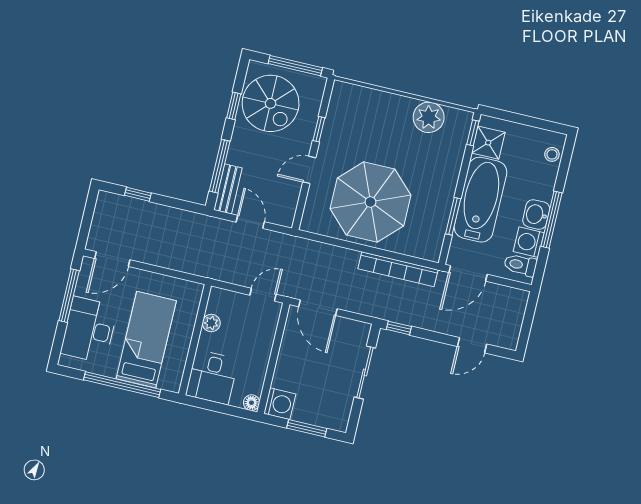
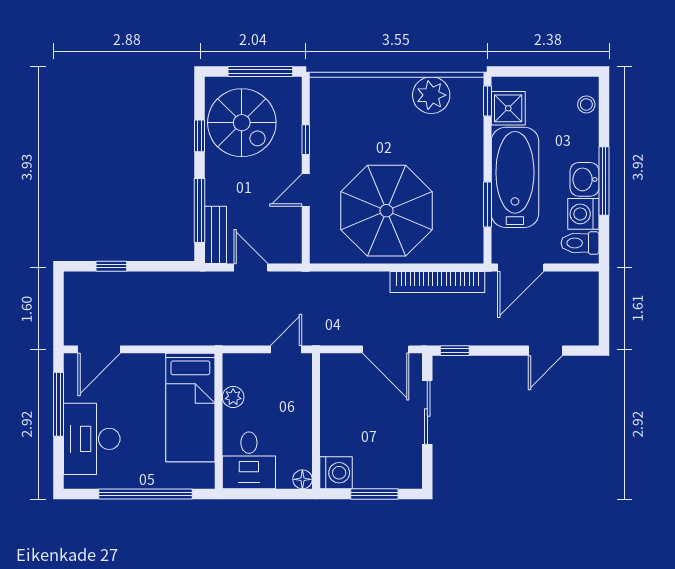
door: (318, 308) -> (386, 349), moved
bed: (146, 340) -> (190, 407), moved, turned 180

